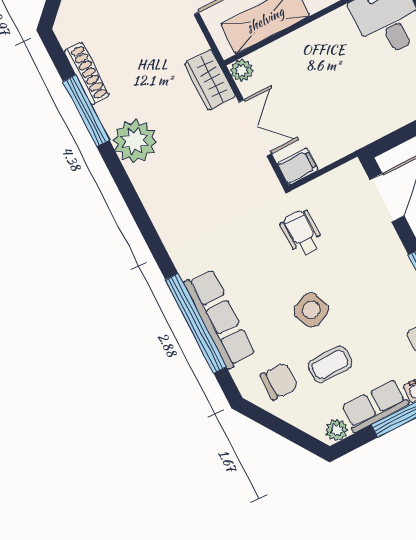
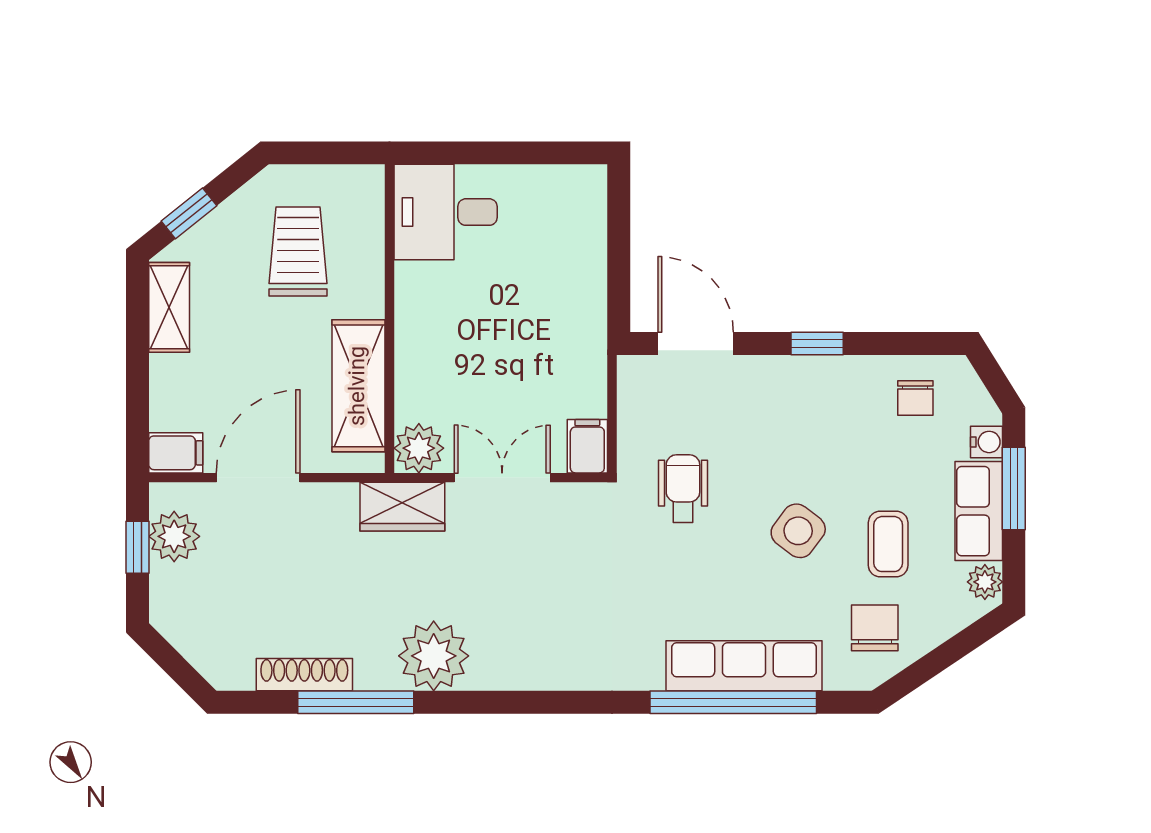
plant: (242, 70) -> (419, 448), width x1.38, depth x1.38
wheelchair: (302, 233) -> (683, 488), turned 90
side table: (311, 310) -> (798, 531), turned -31

